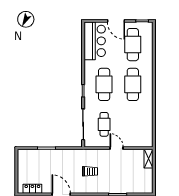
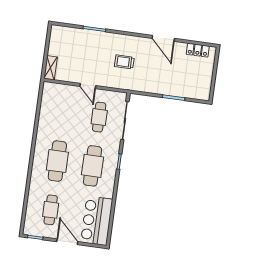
cafe table: (133, 45) -> (51, 210), width x0.73, depth x0.74

